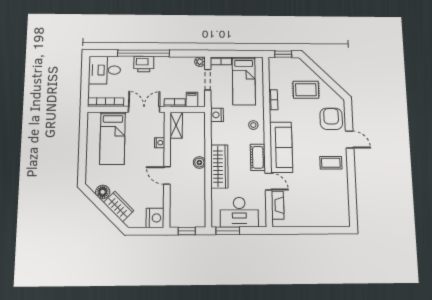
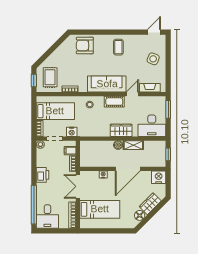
window: (144, 53) -> (34, 205), moved
printer: (144, 64) -> (43, 175), moved
rug: (306, 90) -> (50, 77), moved
nightstand: (217, 115) -> (72, 132), moved
shelving: (176, 125) -> (133, 145), moved
door: (350, 139) -> (154, 32), moved
wardrobe: (219, 166) -> (121, 130), width x0.67
door: (167, 175) -> (128, 169), width x1.88
side table: (317, 210) -> (153, 59), added
desk: (239, 212) -> (152, 126), moved, turned 90
window: (228, 231) -> (168, 109), moved

